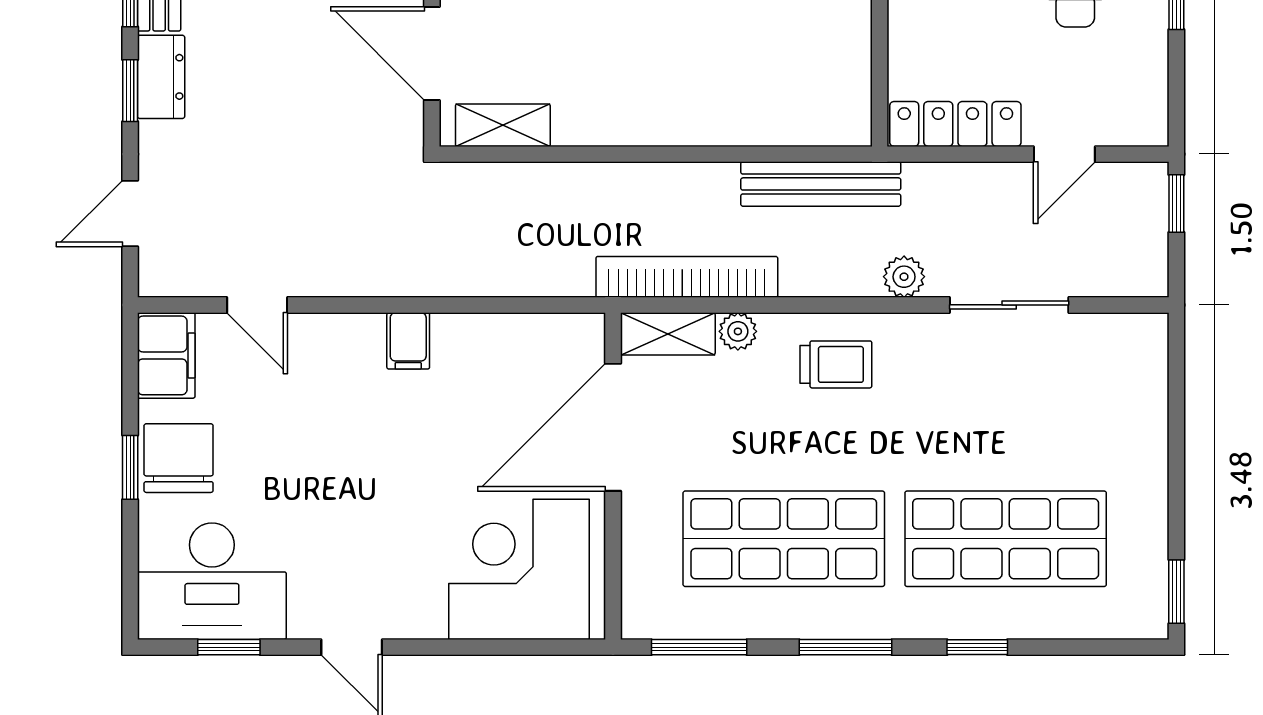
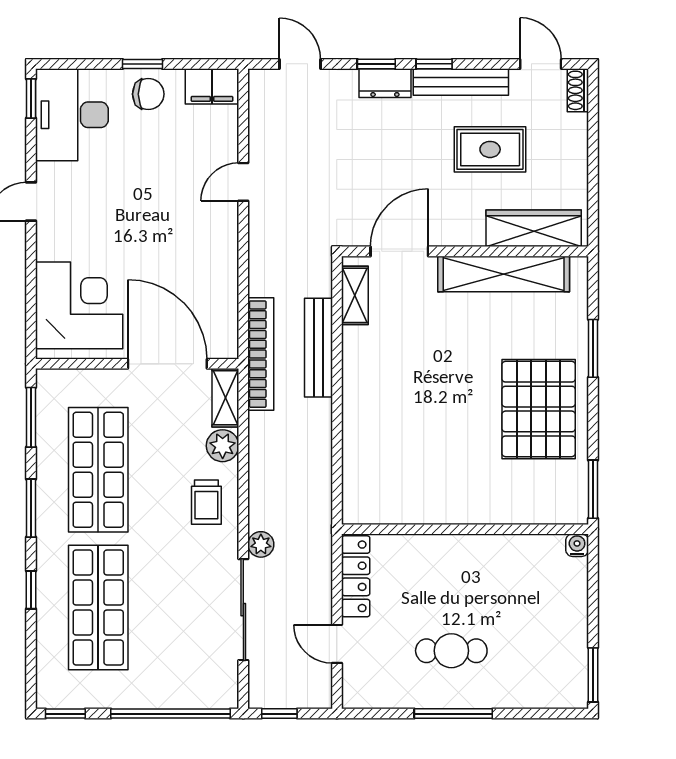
bench: (821, 184) -> (318, 348), moved
window: (1176, 203) -> (279, 714), moved
bookcase: (687, 277) -> (261, 354), moved
door: (257, 305) -> (243, 182), moved
sliding door: (1009, 305) -> (243, 610), width x1.37
plant: (738, 331) -> (223, 446), width x1.37, depth x1.37
filing cabinet: (408, 341) -> (221, 237), removed
window: (1176, 422) -> (170, 714), added
chair: (179, 458) -> (148, 94), width x0.73, depth x0.73
window: (229, 647) -> (31, 99), moved

